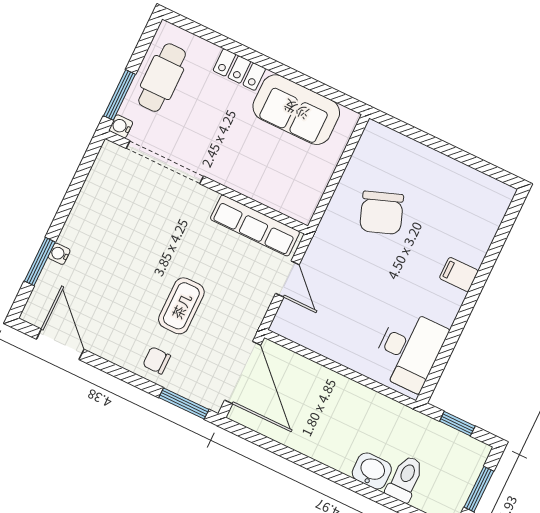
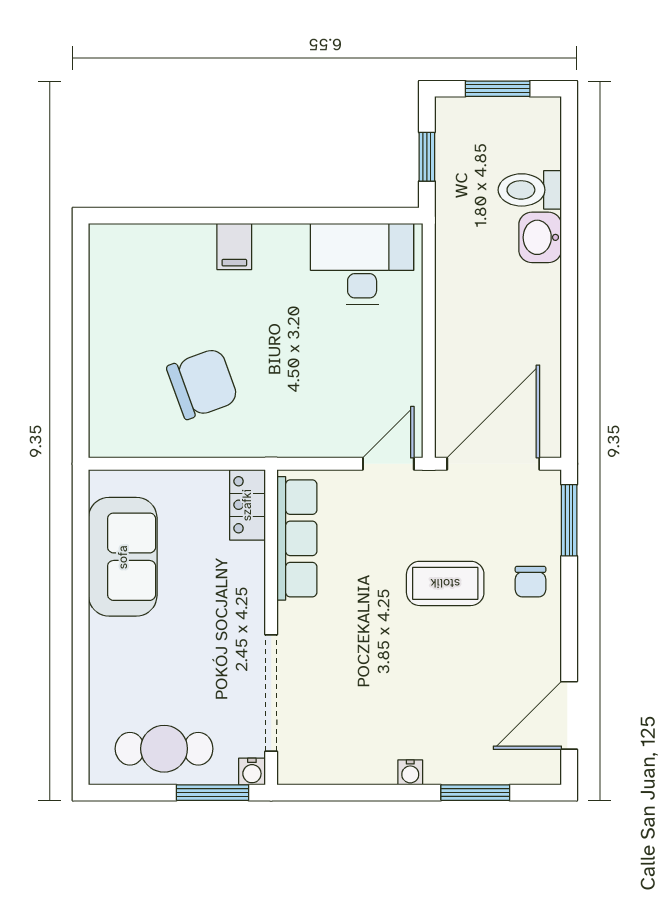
locker: (239, 70) -> (247, 505), moved, turned 180
water cooler: (59, 254) -> (410, 772), moved
door: (287, 279) -> (388, 464), moved

